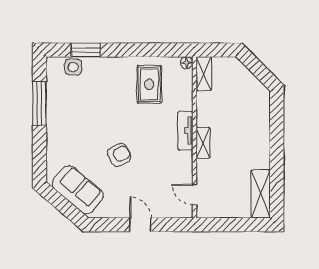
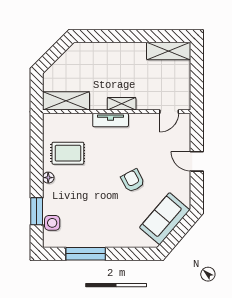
floor lamp: (187, 63) -> (48, 178), moved
shelving: (204, 74) -> (66, 101), width x1.50, depth x1.33
door: (140, 225) -> (197, 161), hinge flipped

